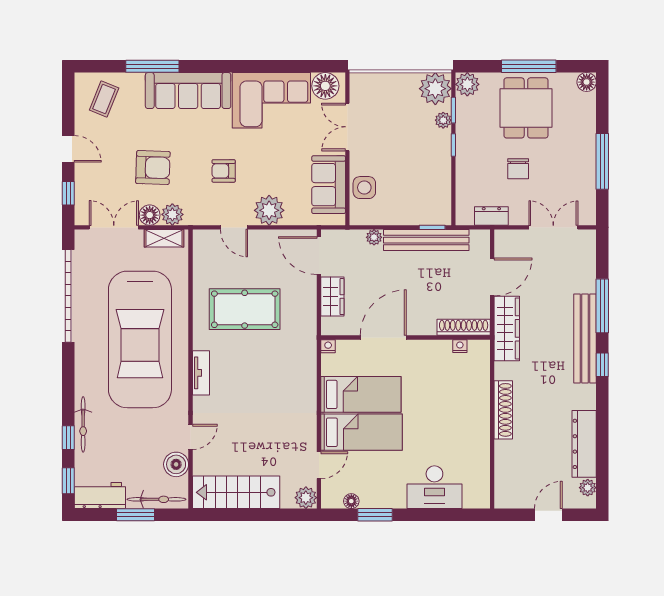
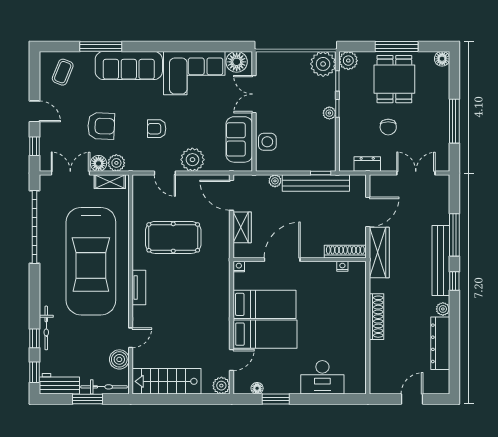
plant: (443, 120) -> (329, 113), moved
plant: (588, 488) -> (443, 309), moved

